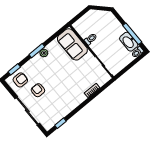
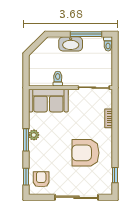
washbasin: (129, 42) -> (71, 44), moved
armchair: (38, 90) -> (85, 153), moved, width x1.88, depth x1.88

